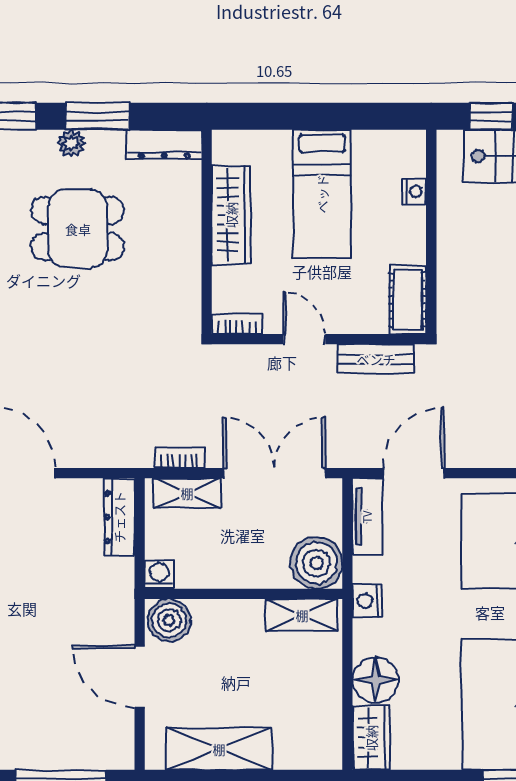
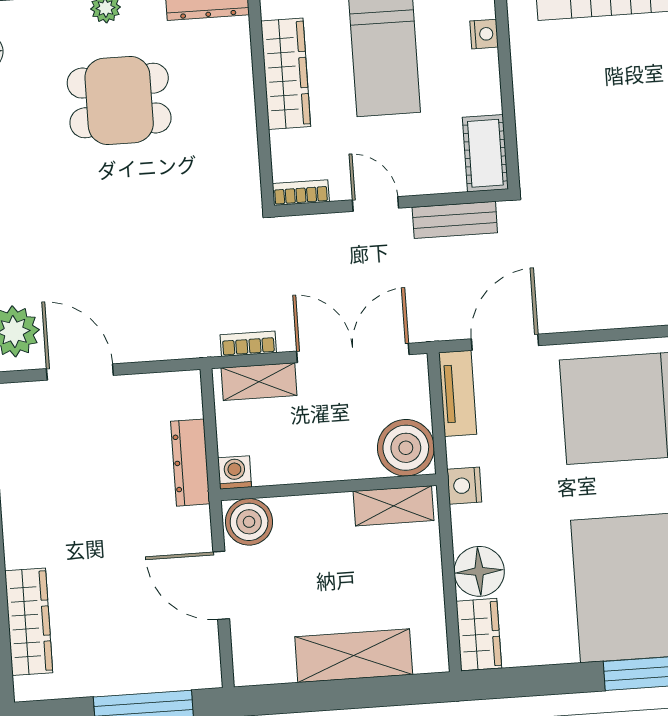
dresser: (119, 517) -> (190, 463), moved
shelving: (219, 749) -> (354, 656), moved

